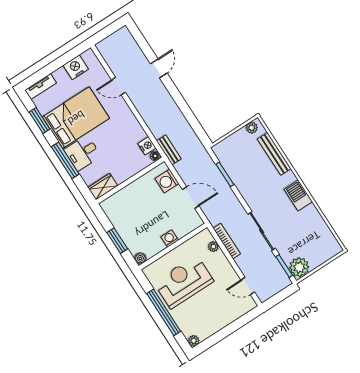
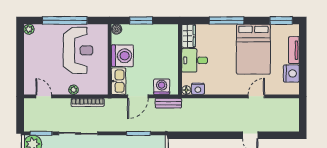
tv unit: (41, 86) -> (294, 50), moved
window: (39, 121) -> (281, 20), moved
bench: (169, 150) -> (168, 103), moved
desk: (82, 153) -> (195, 60), moved, turned -90
kitchen sink: (188, 225) -> (119, 81), added
washing machine: (170, 238) -> (122, 56), width x1.89, depth x1.89
plant: (213, 247) -> (74, 90), moved
door: (248, 286) -> (44, 96), hinge flipped

